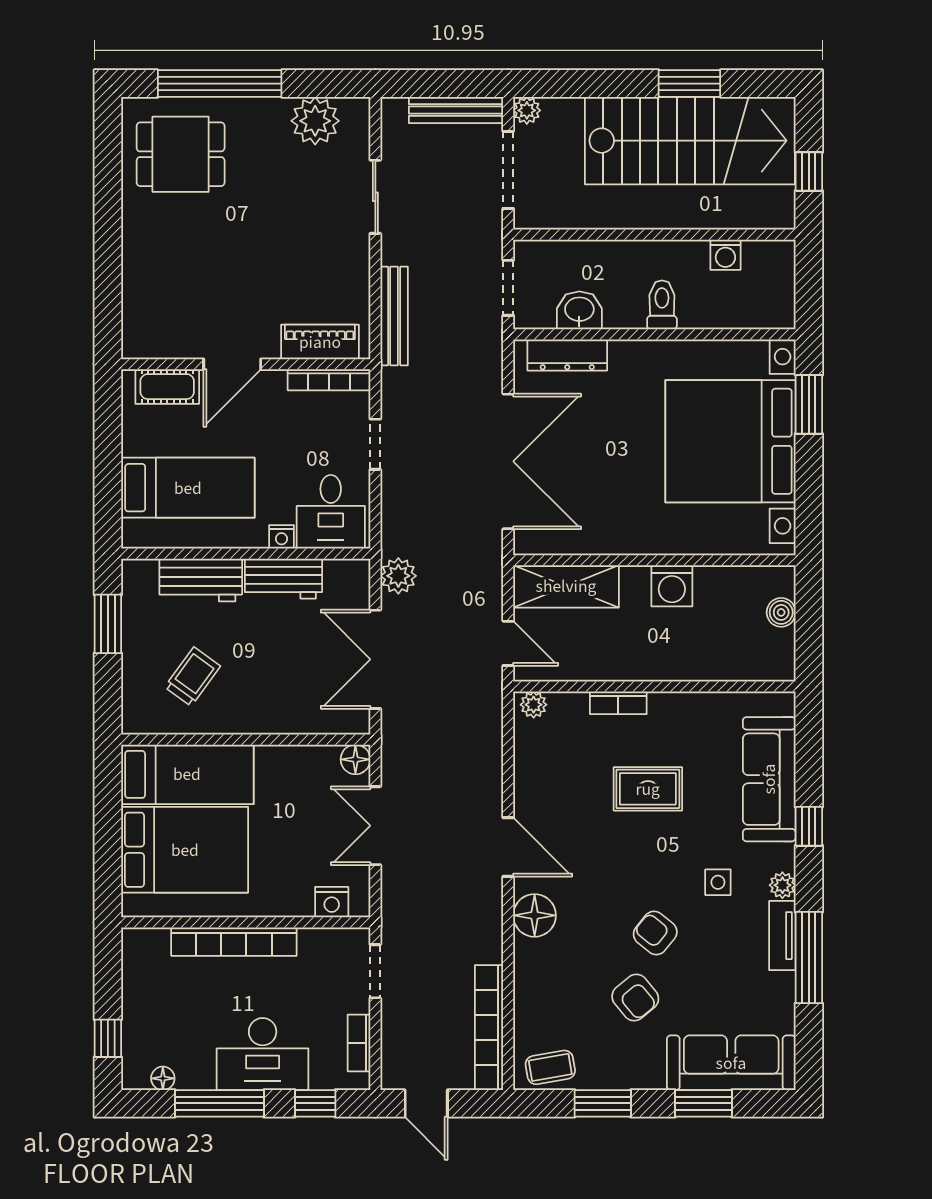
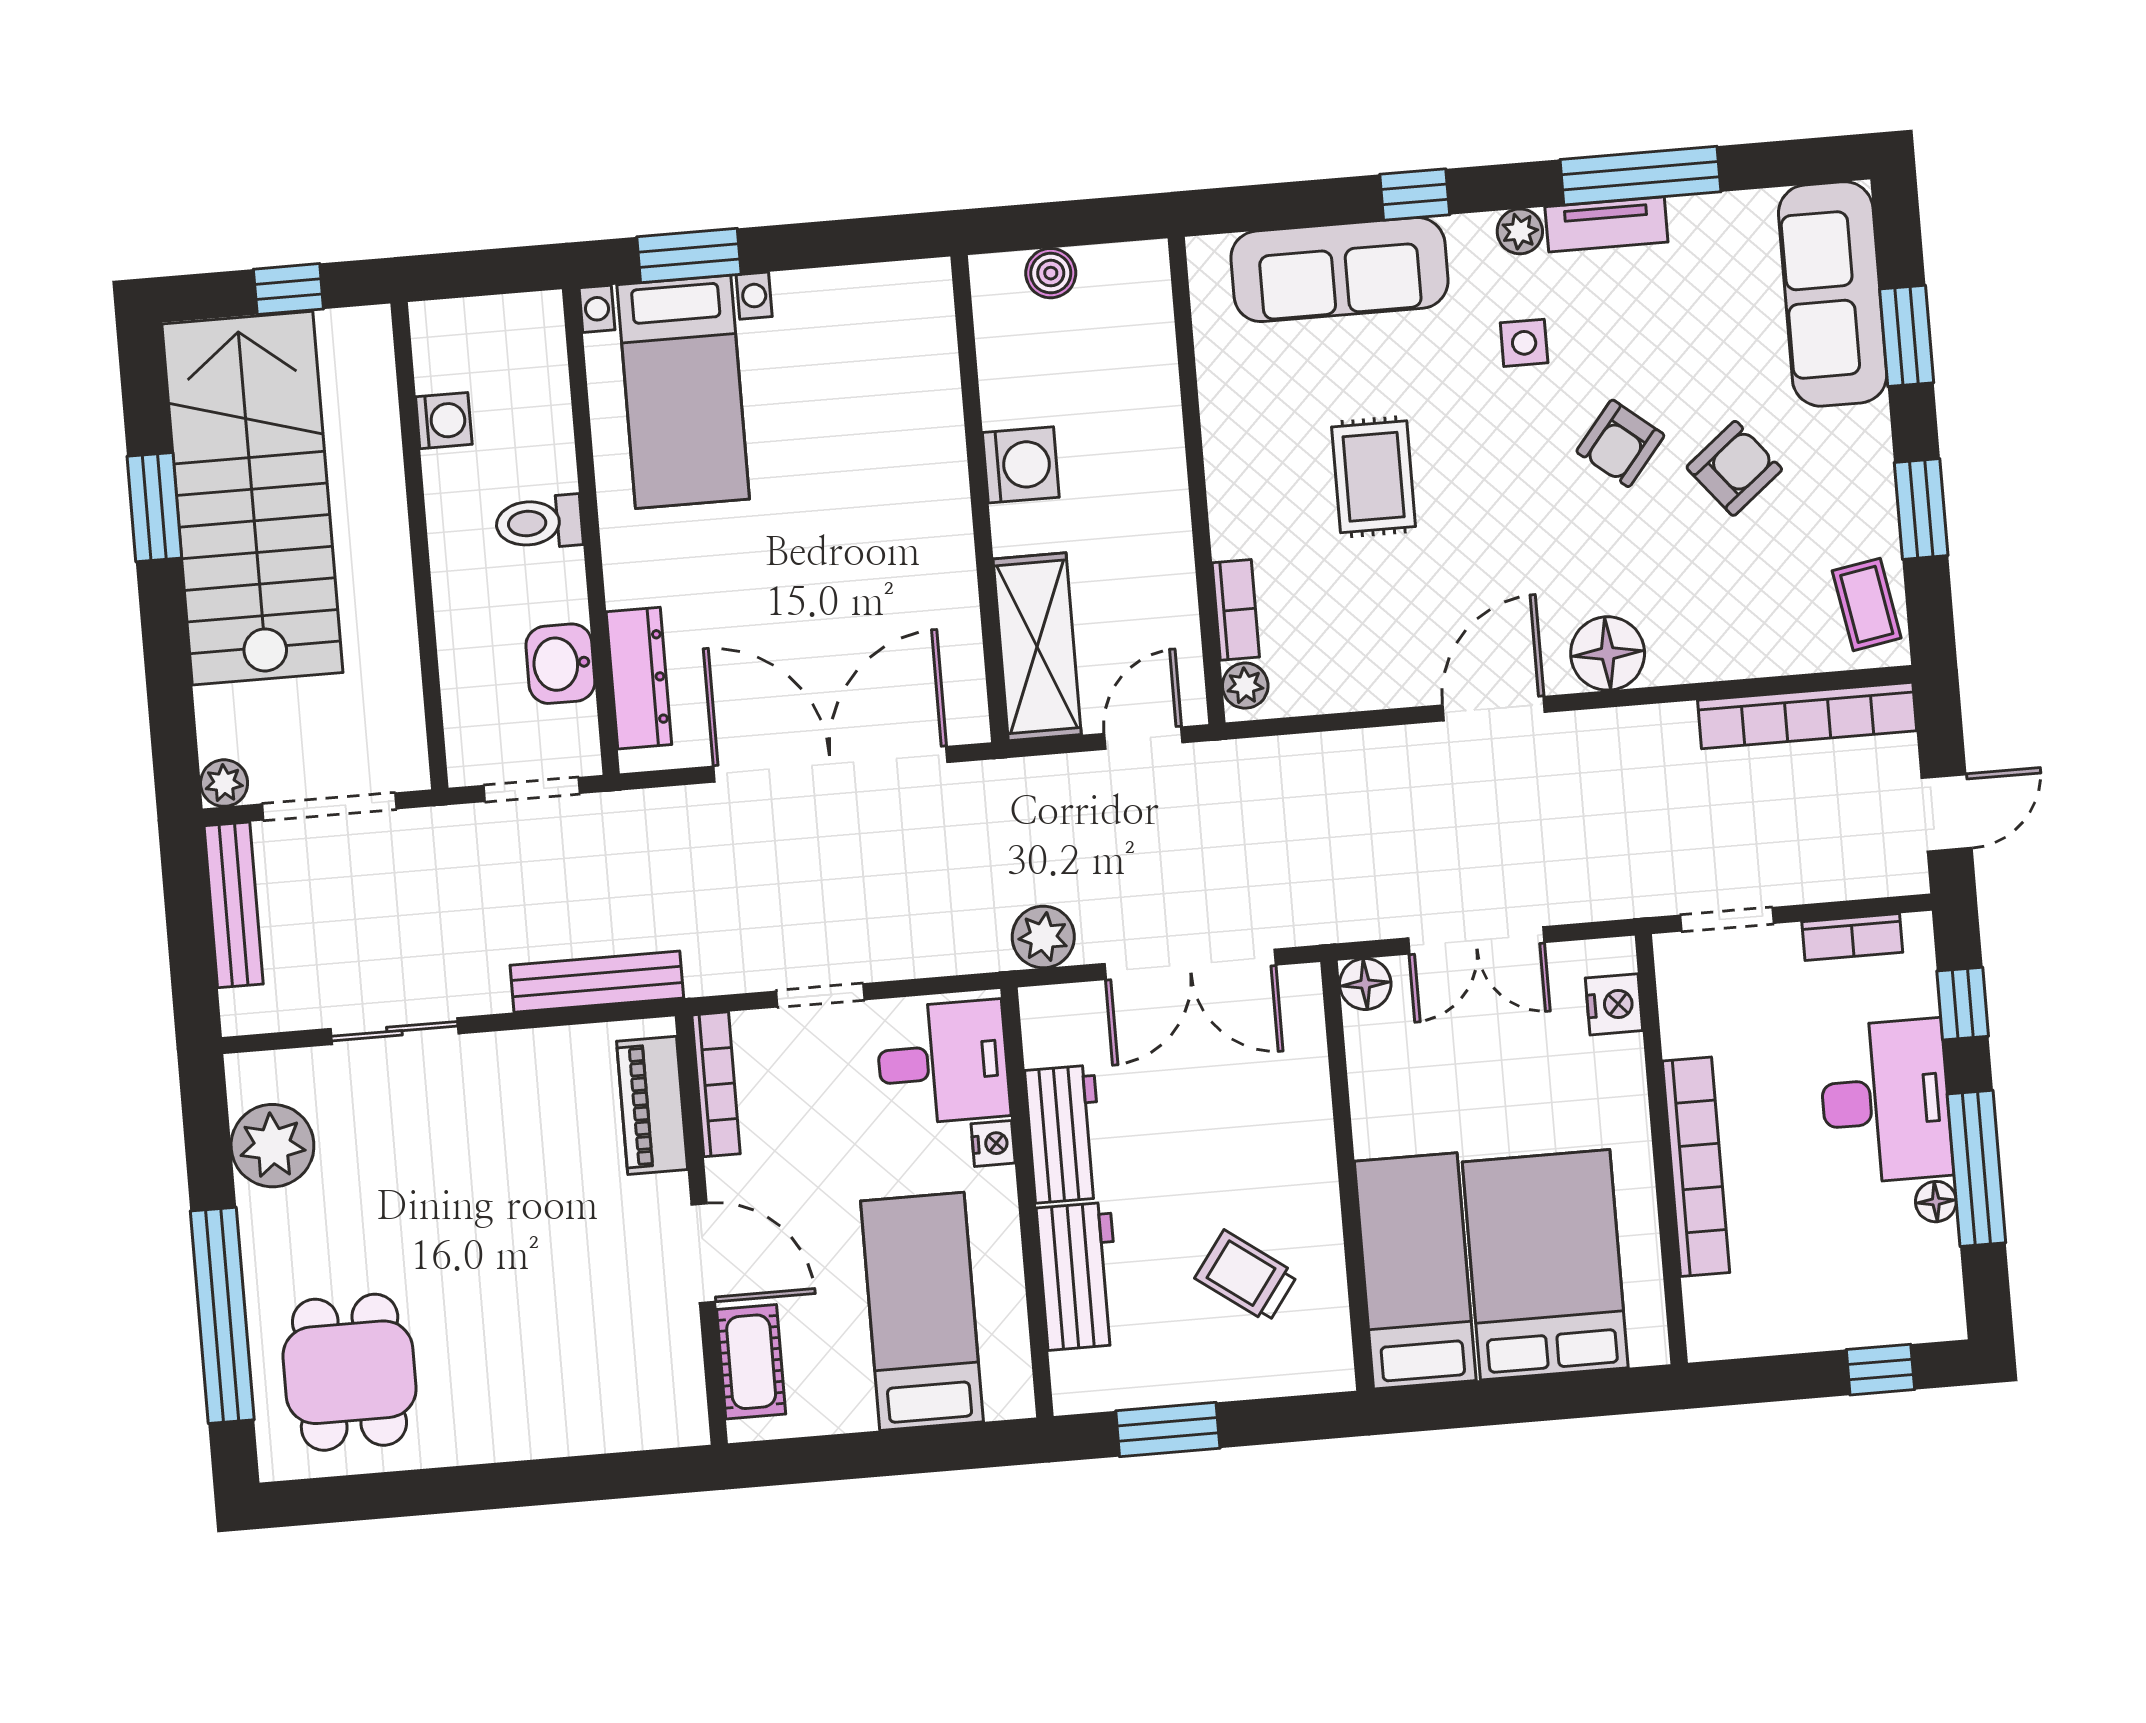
bed with nightstands: (730, 441) -> (683, 392), width x0.54
bookcase: (618, 703) -> (1236, 610), moved
floor lamp: (163, 1078) -> (1936, 1202), moved

